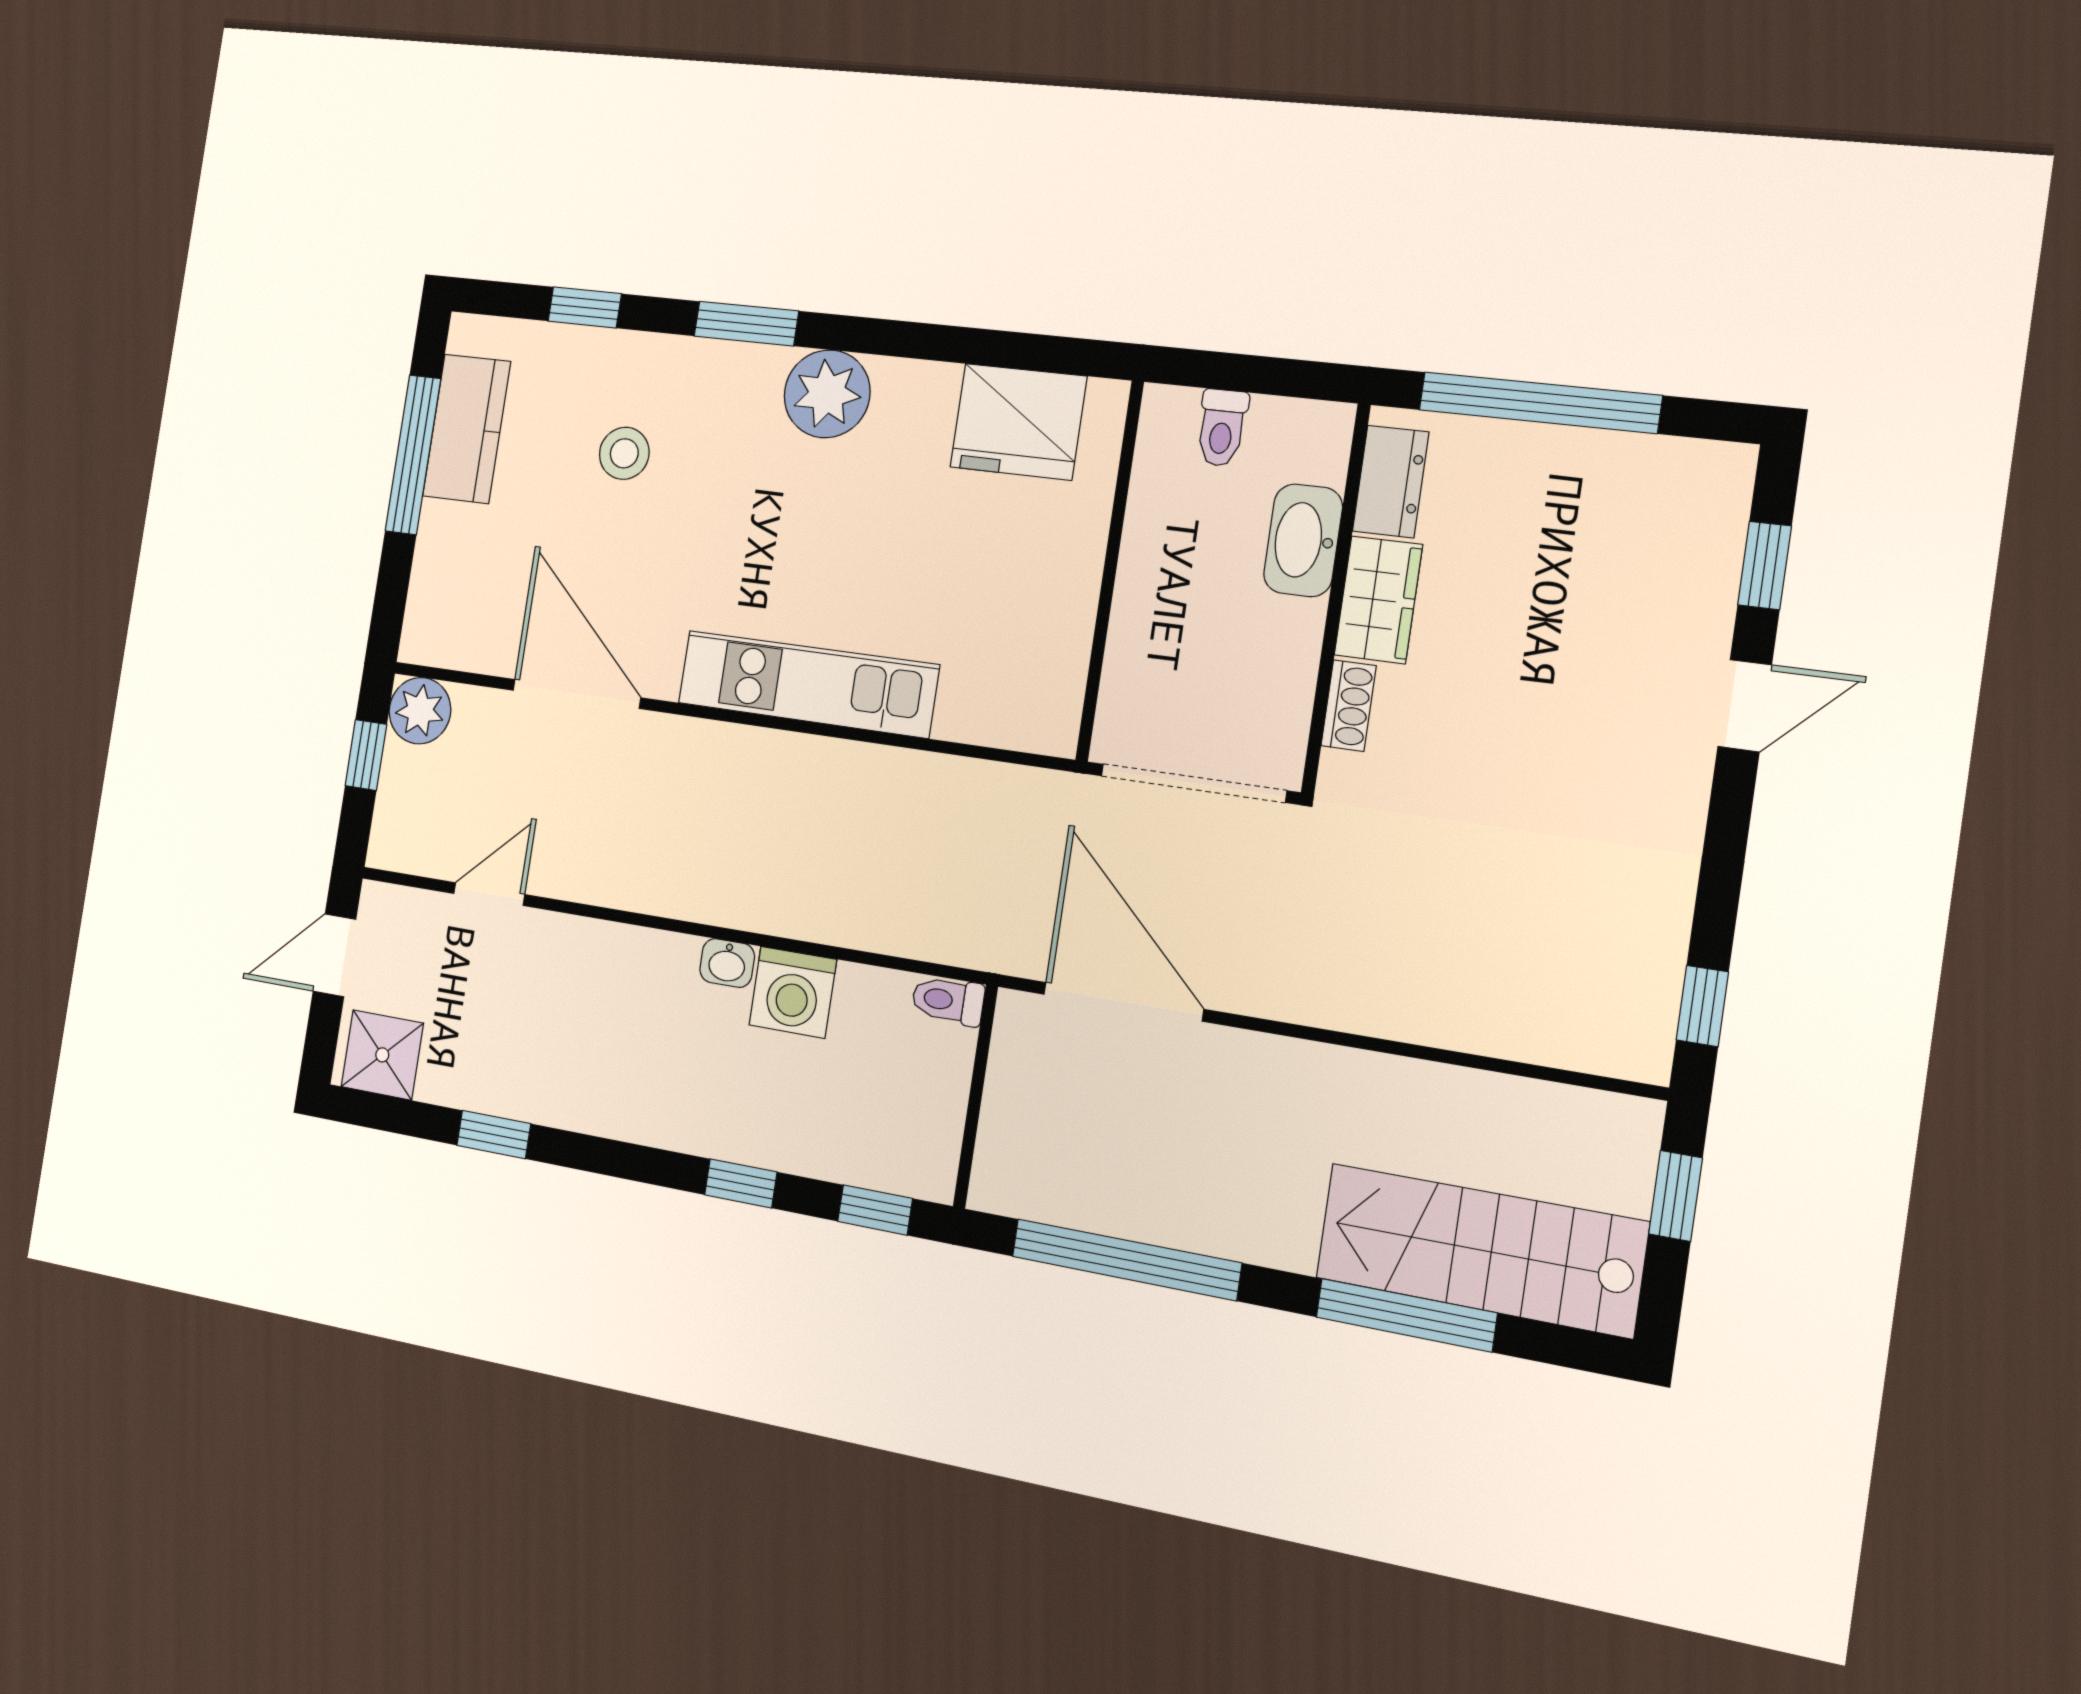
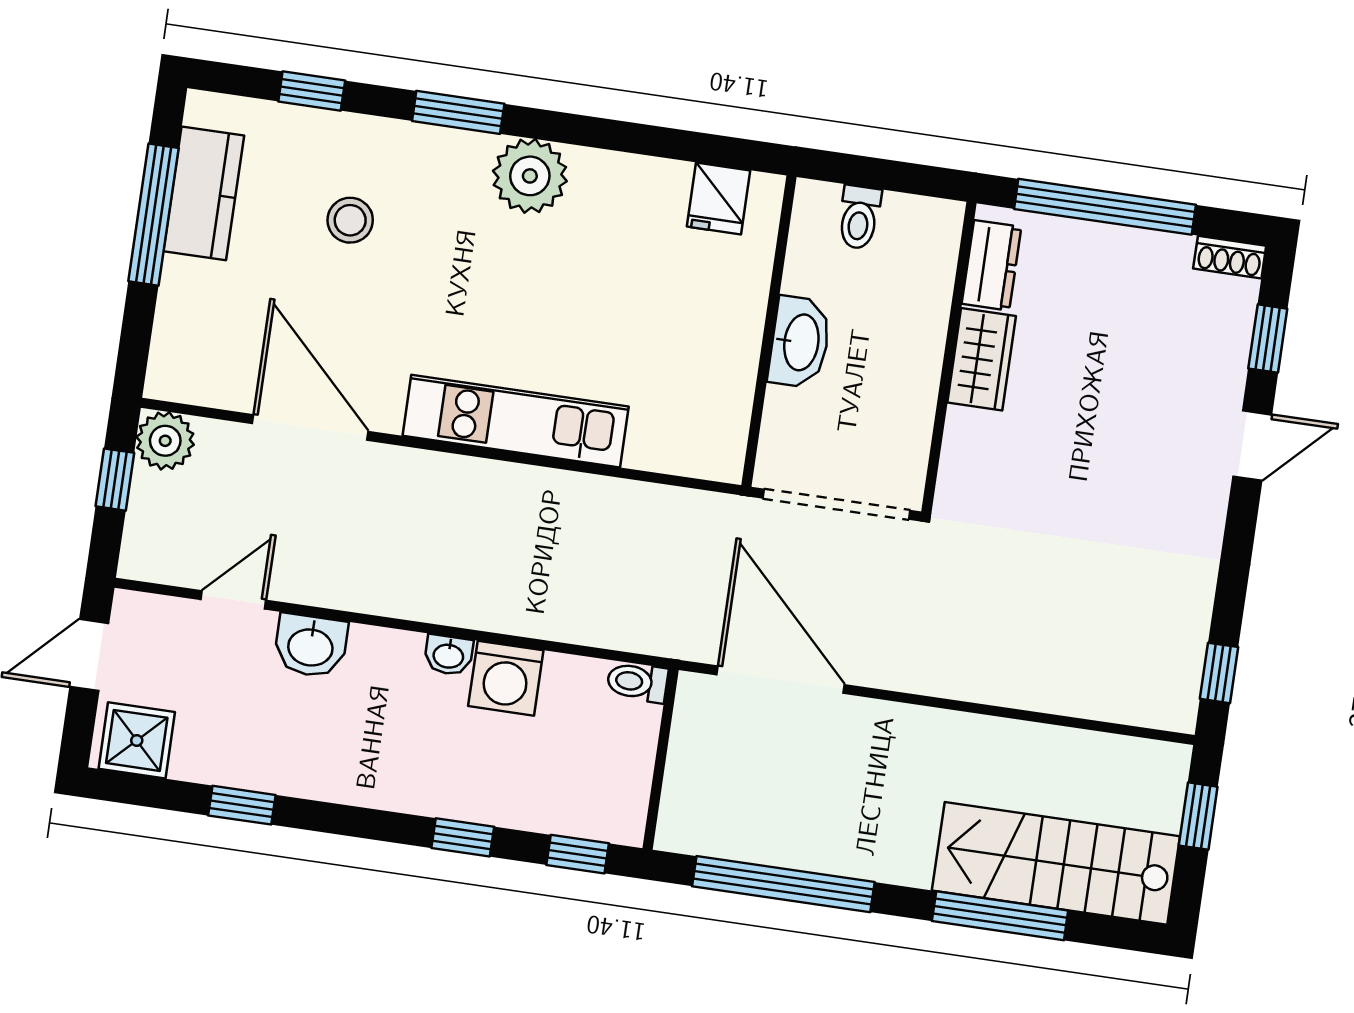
fridge: (1018, 422) -> (718, 199), width x0.53, depth x0.75
washbasin: (1303, 540) -> (800, 342), moved, turned 180
shoe rack: (1349, 706) -> (1230, 257), moved, turned 90
washbasin: (573, 949) -> (311, 646), added

